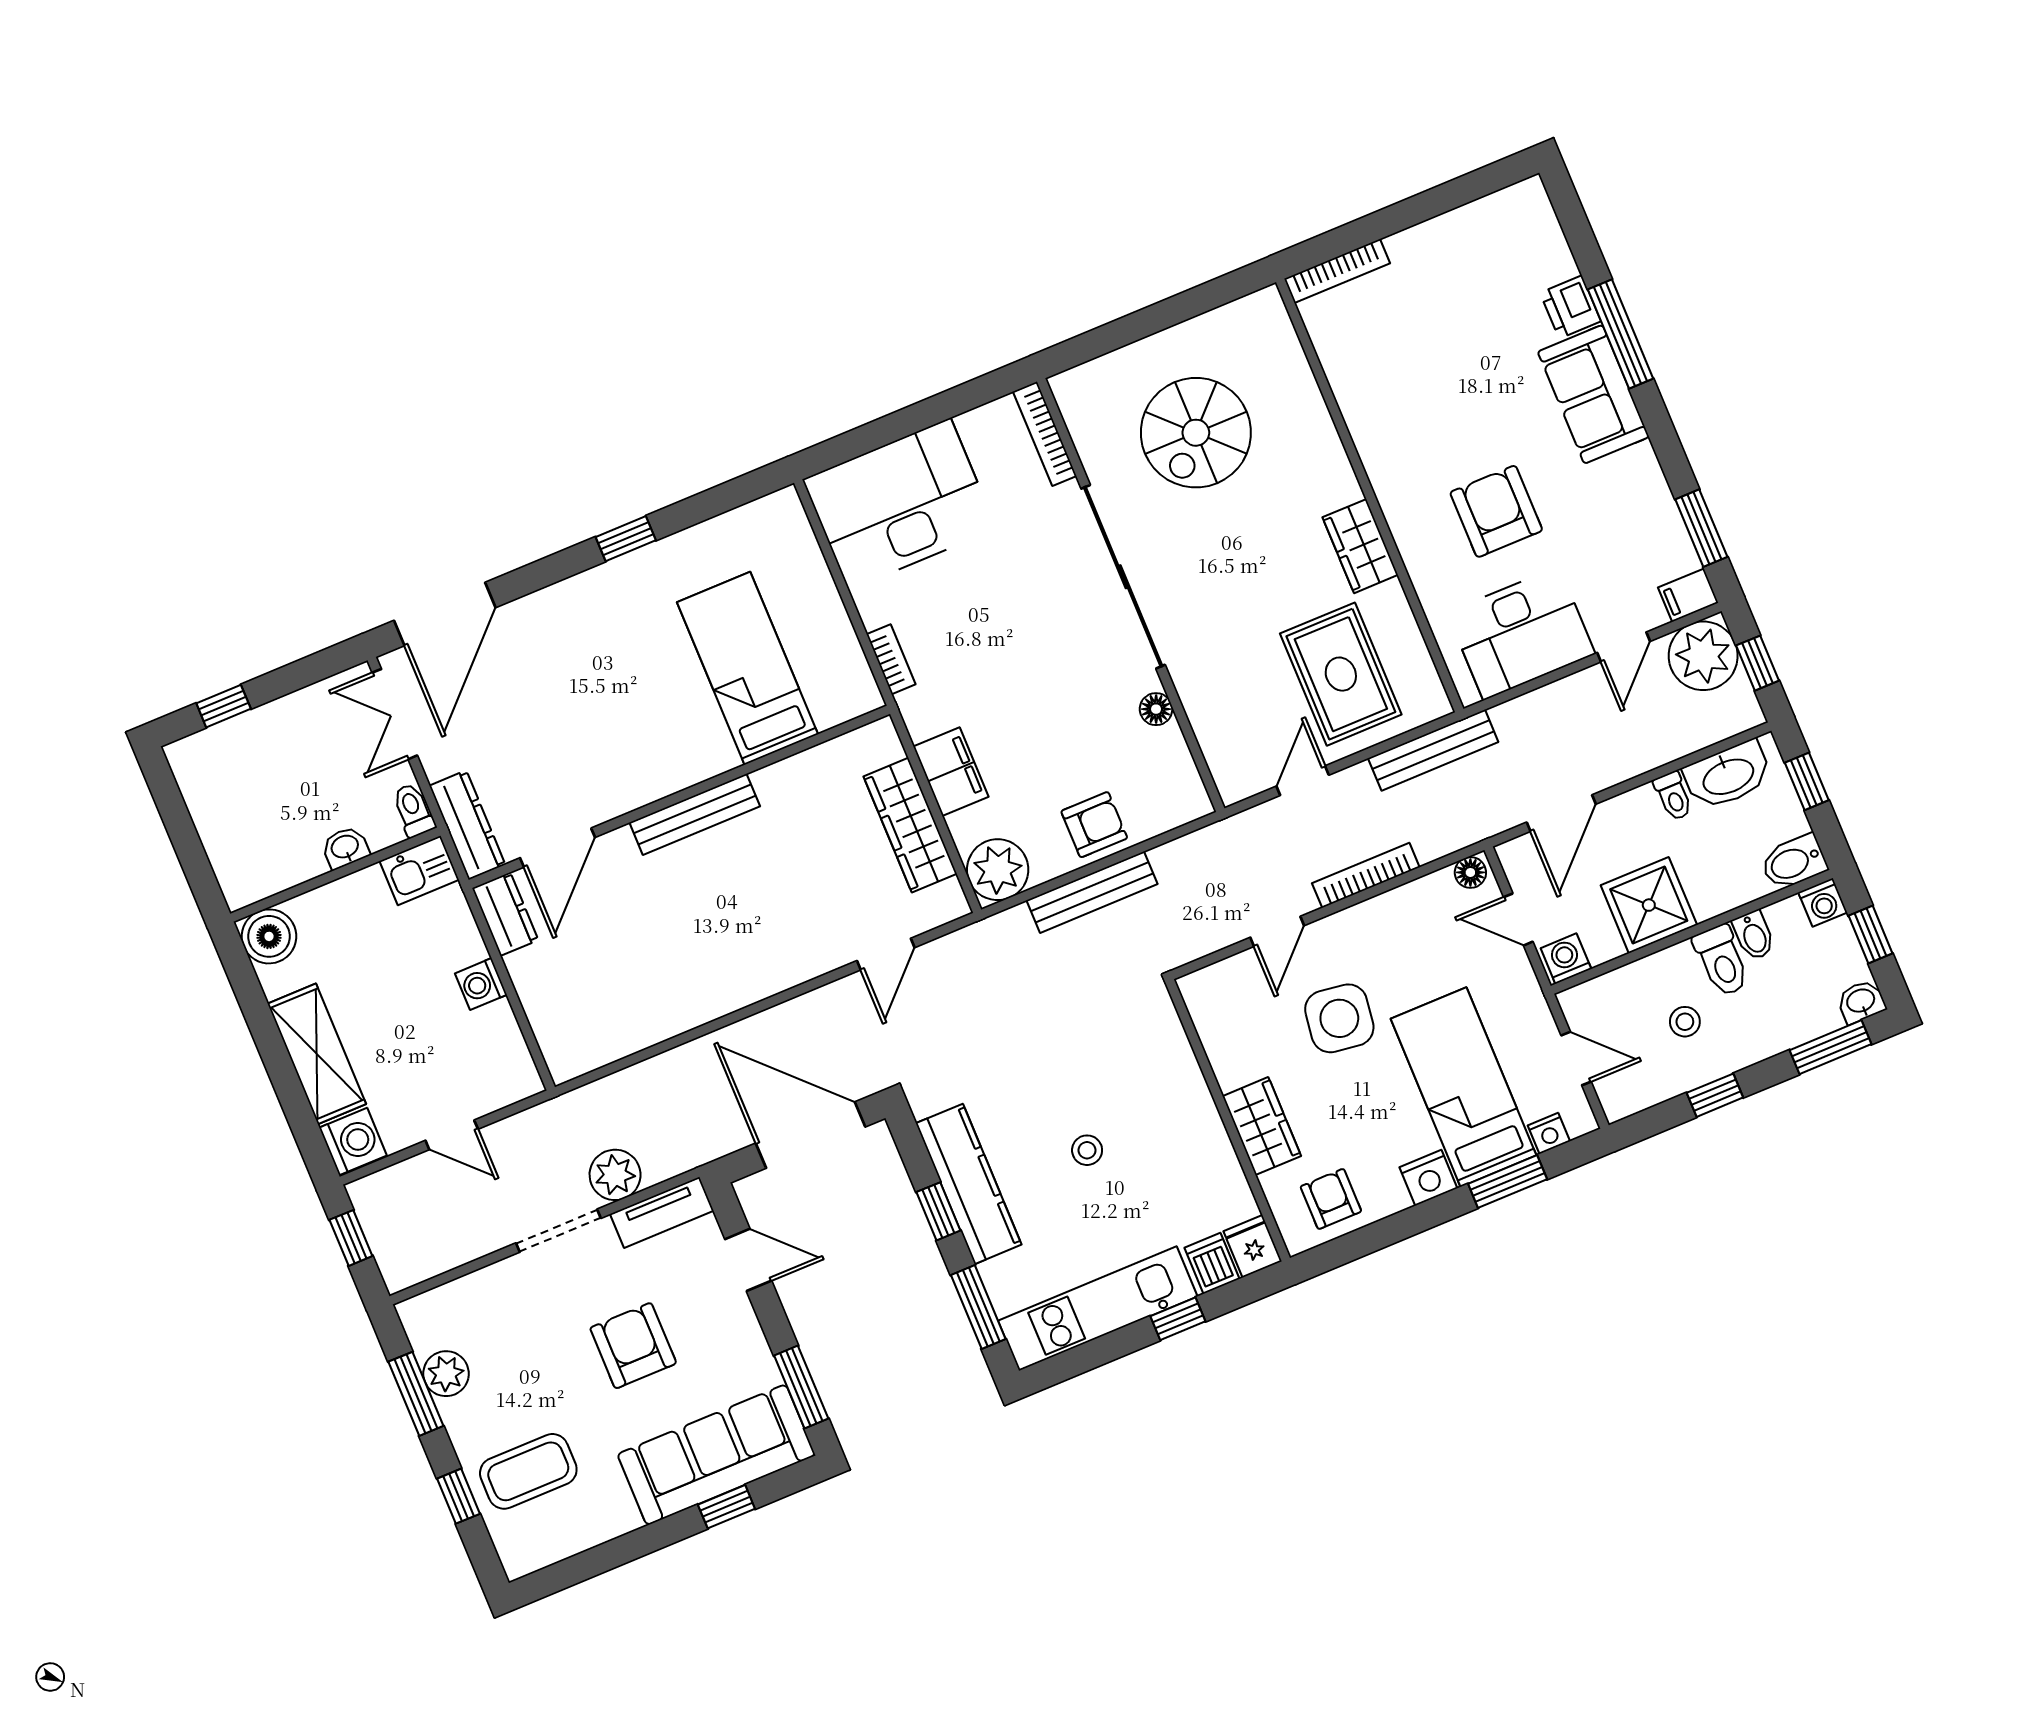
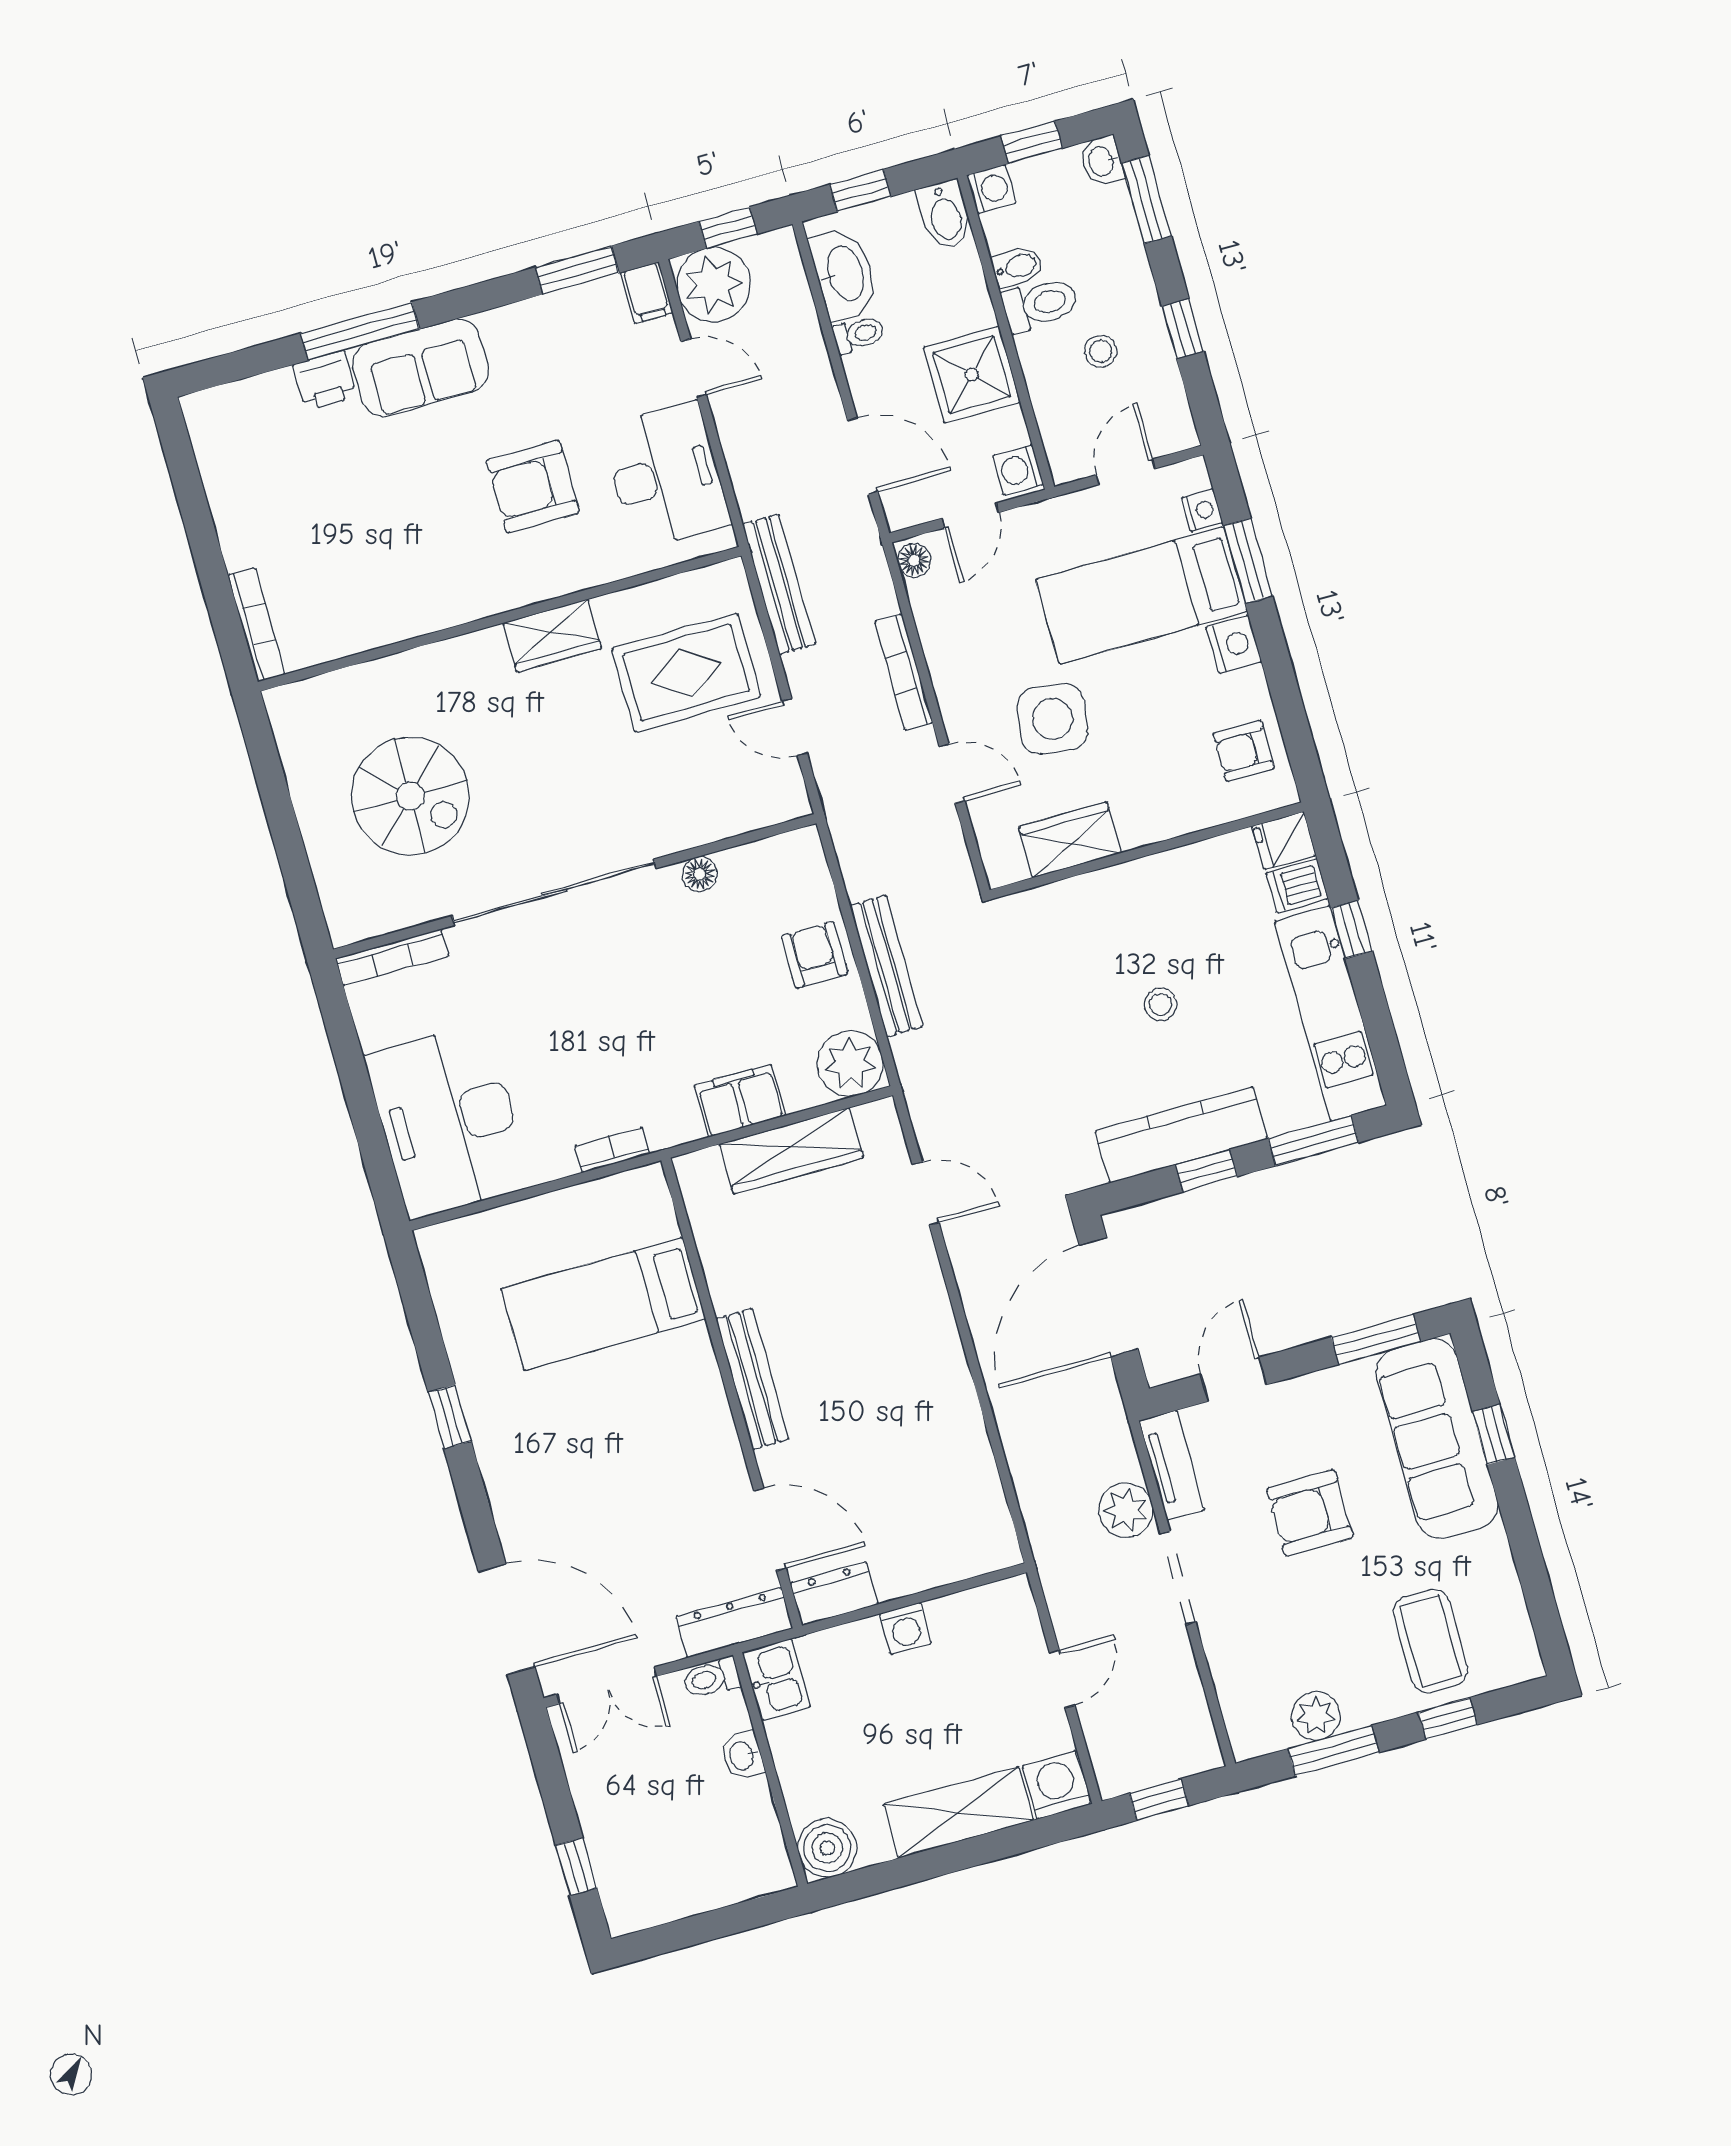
wardrobe: (1262, 1126) -> (1070, 840), moved

